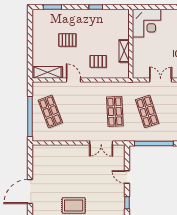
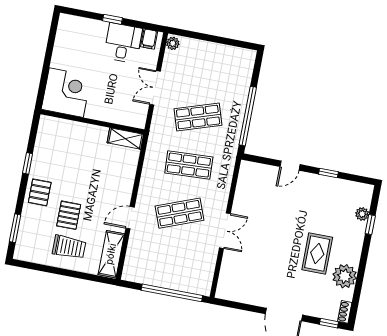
trolley: (47, 44) -> (69, 247), added
shelving: (124, 51) -> (125, 138), moved
pallet: (98, 61) -> (40, 192), moved
shop shelf: (50, 111) -> (180, 213), moved
double door: (101, 143) -> (225, 231), moved

